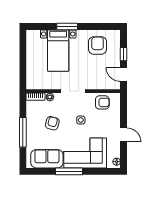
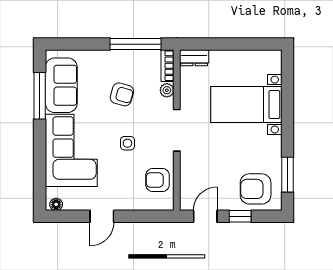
window: (67, 26) -> (288, 175), moved
armchair: (98, 45) -> (256, 189), moved, turned 180
dresser: (31, 81) -> (194, 58), added
armchair: (102, 102) -> (158, 180), turned 90
window: (23, 132) -> (135, 44), moved
window: (69, 171) -> (40, 96), moved

